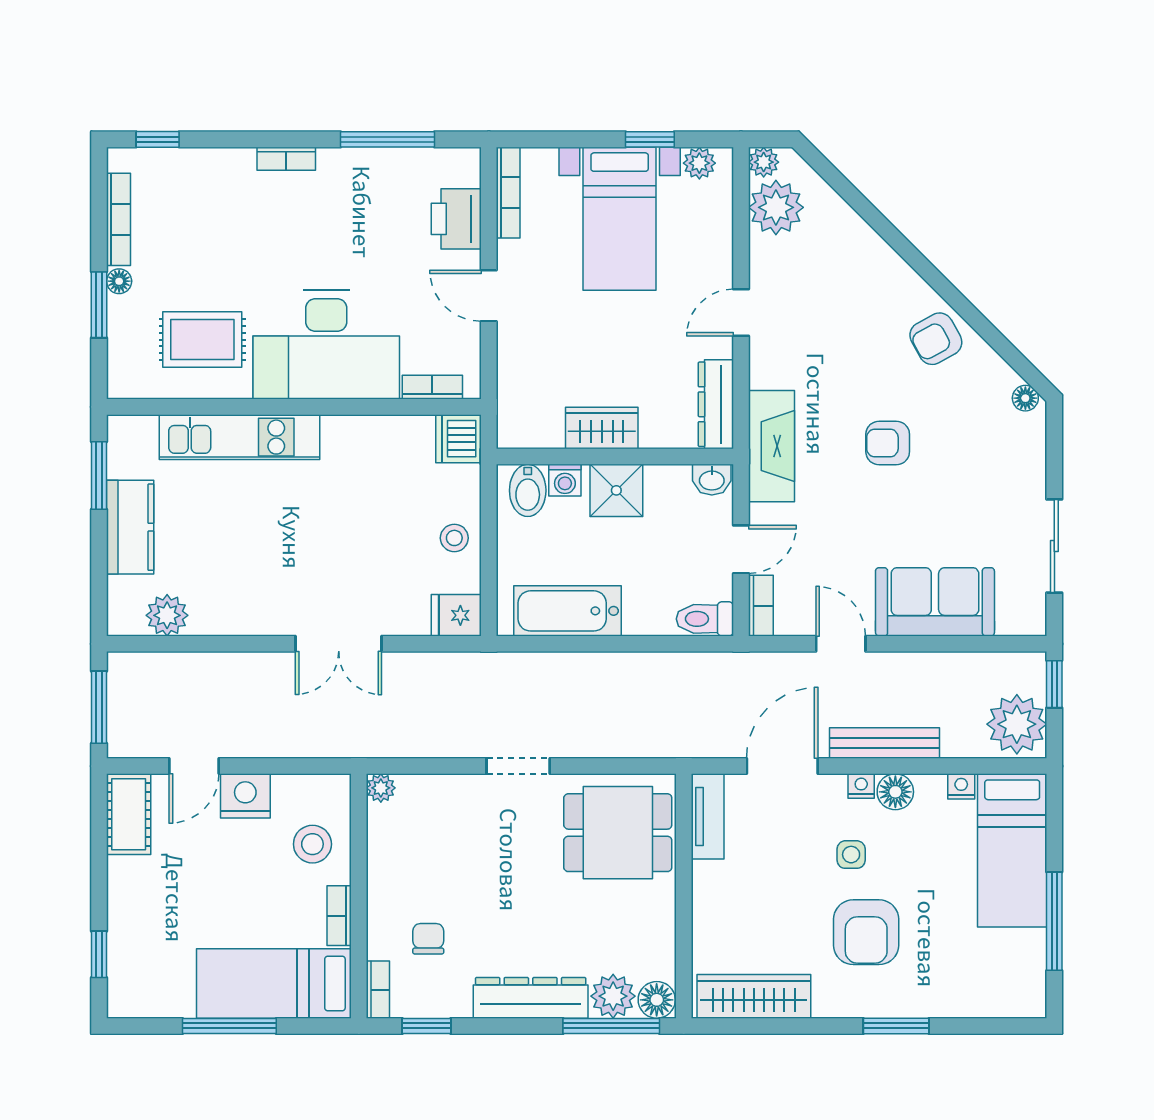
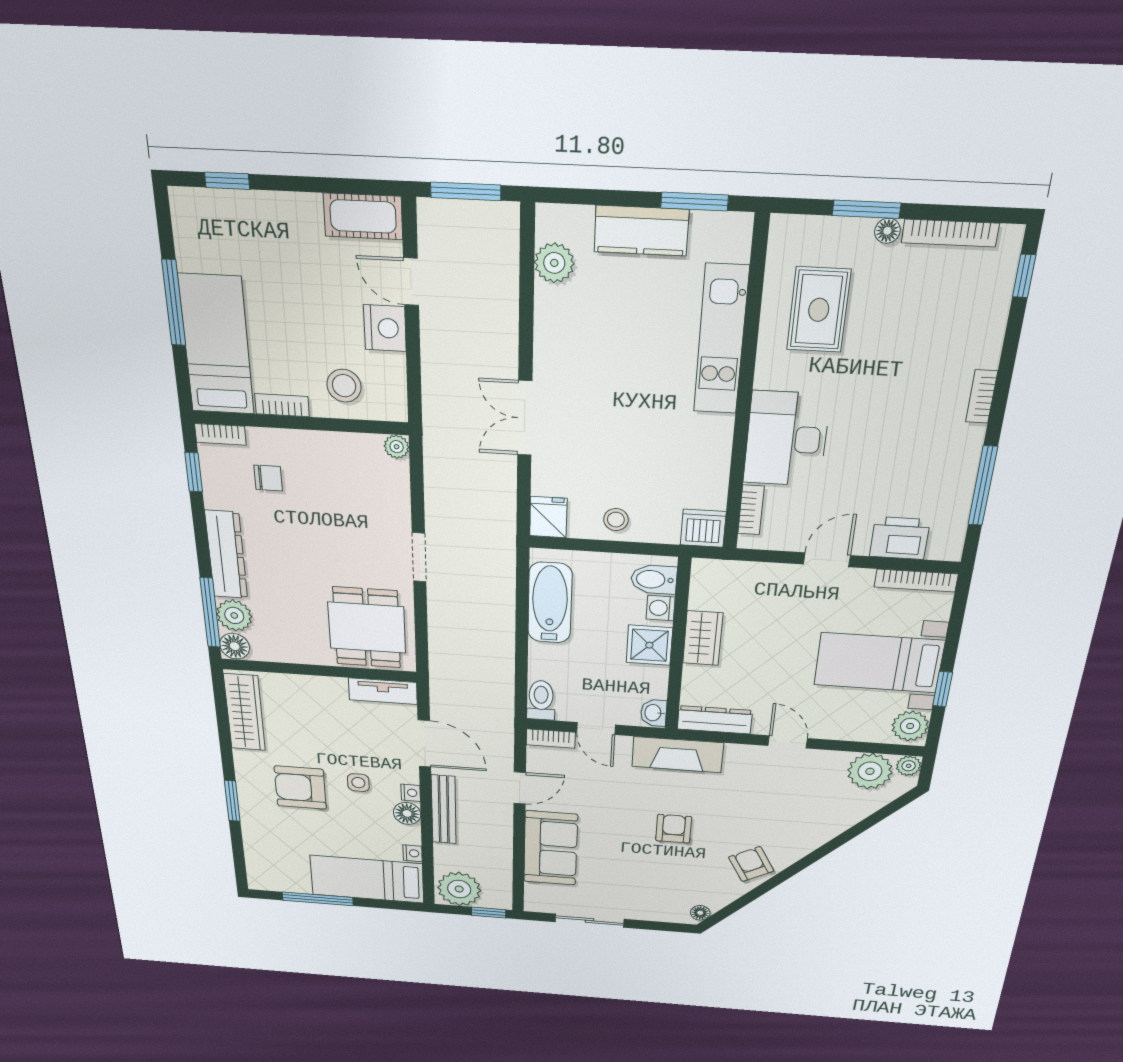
plant: (699, 163) -> (910, 726), width x1.38, depth x1.38
desk: (326, 345) -> (786, 439), width x0.73, depth x0.77

